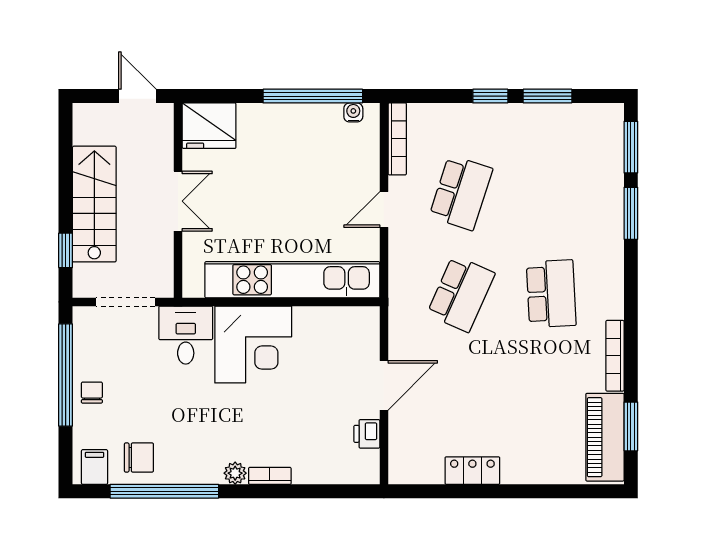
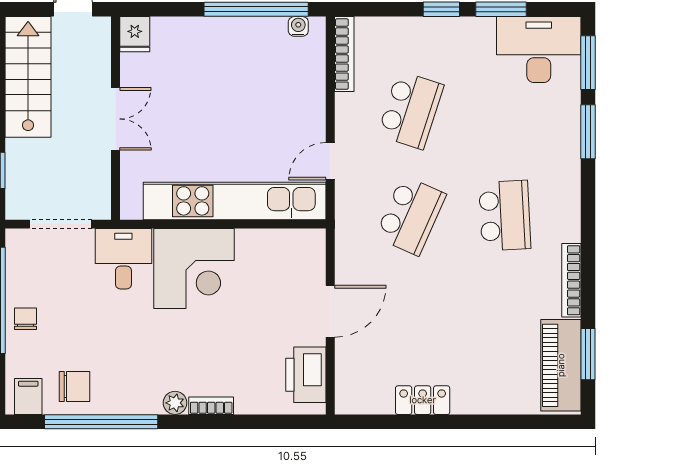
fridge: (209, 126) -> (135, 34), width x0.53, depth x0.75
desk: (584, 135) -> (539, 50), added
stairs: (94, 204) -> (28, 77), moved
door: (384, 209) -> (330, 161), moved
printer: (367, 434) -> (306, 375), width x1.87, depth x1.48

